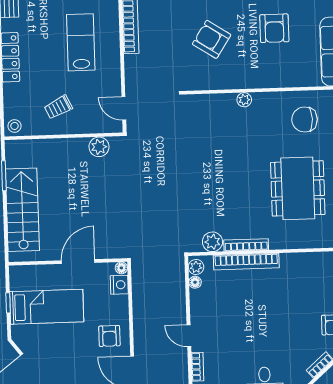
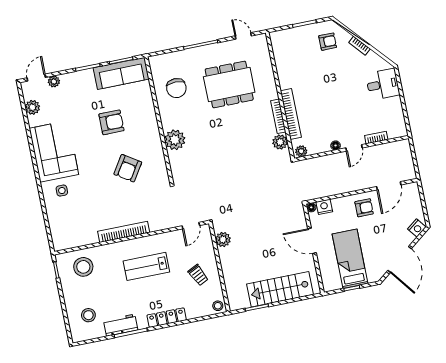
plant: (244, 100) -> (175, 140), width x1.87, depth x1.87
floor lamp: (195, 282) -> (336, 145), moved

